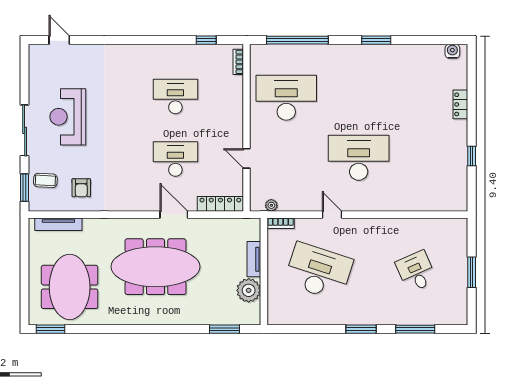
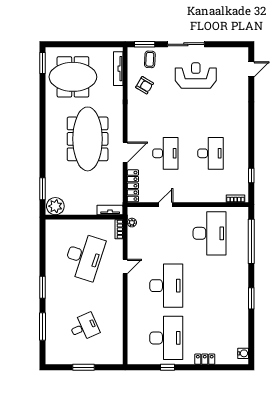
desk: (431, 158) -> (166, 338), added
armchair: (81, 188) -> (145, 85), turned -149
tv unit: (254, 259) -> (110, 210), moved
plant: (249, 290) -> (55, 206), moved

